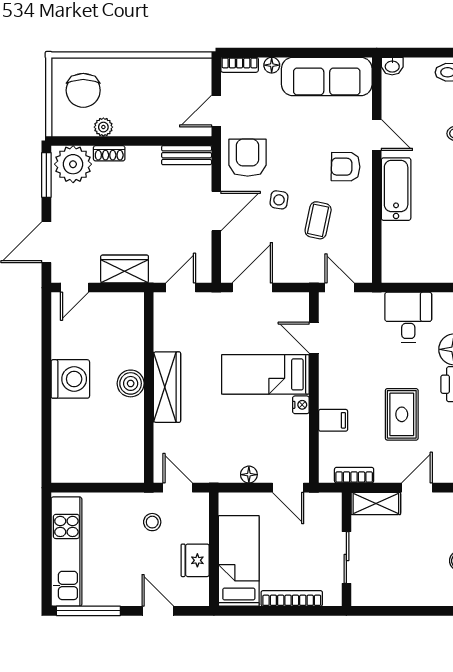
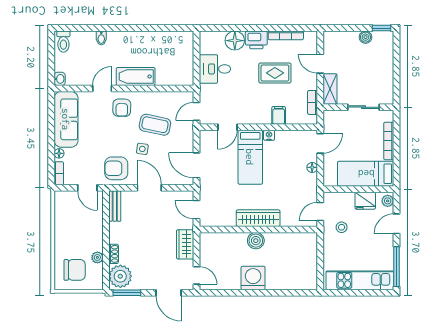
coffee table: (318, 220) -> (155, 125), width x1.36, depth x1.30
plant: (195, 597) -> (388, 201), added

